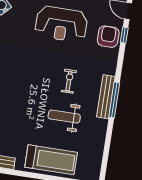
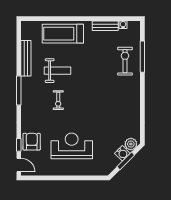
armchair: (108, 37) -> (32, 142), turned 180
bench: (106, 97) -> (26, 58), moved

